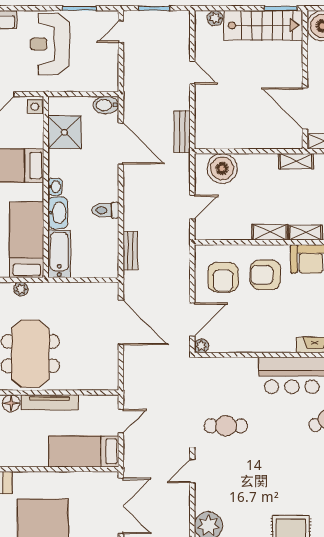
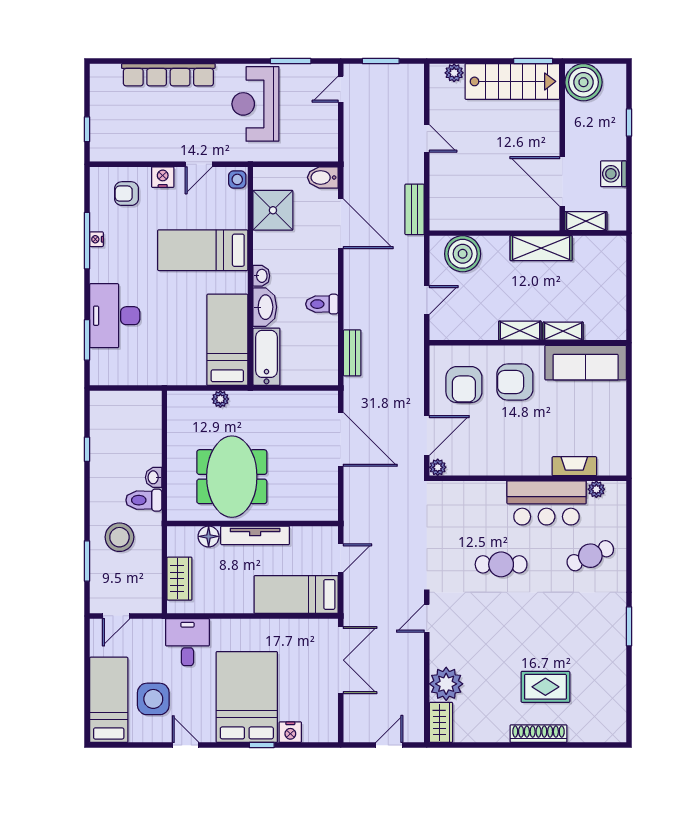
shelving: (296, 161) -> (541, 248), width x1.50, depth x1.33
cafe table: (226, 426) -> (501, 564), moved

